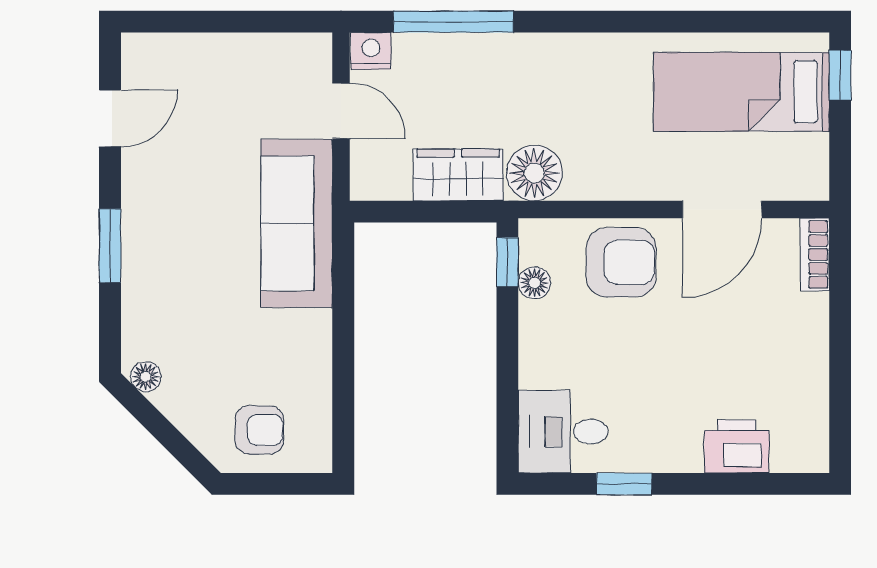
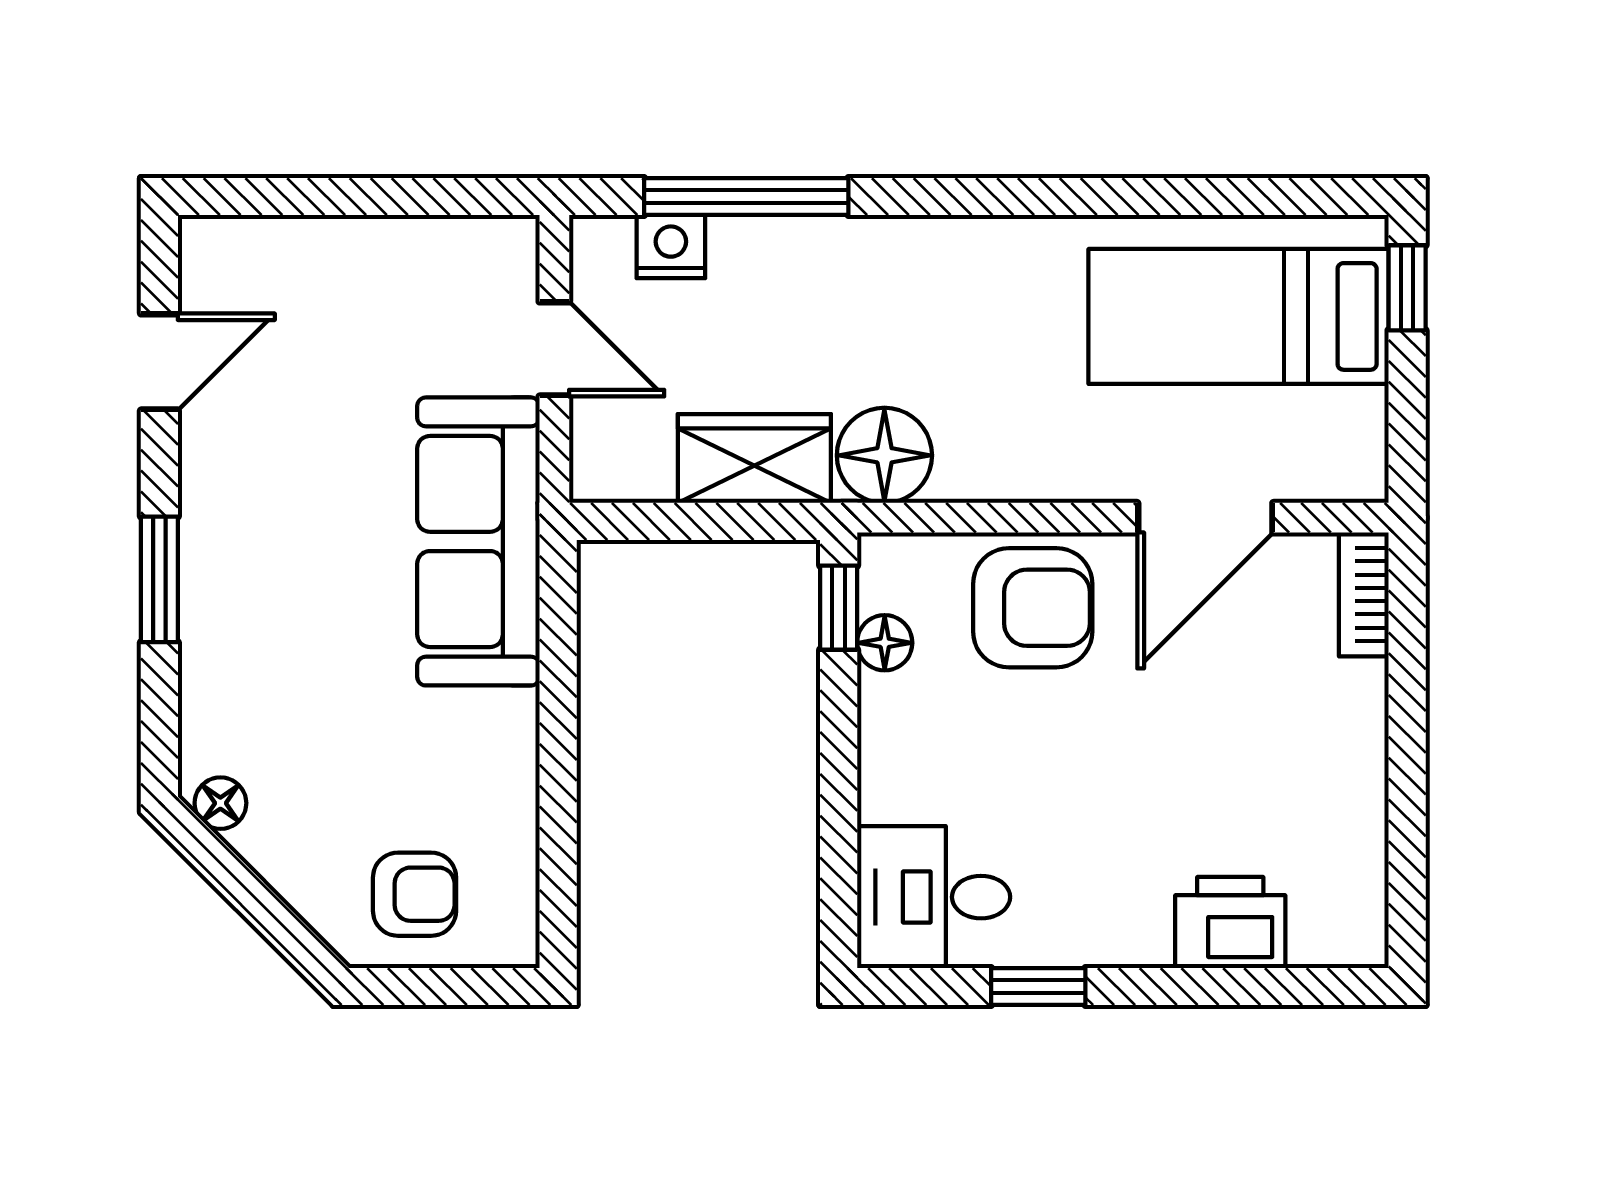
nightstand: (371, 51) -> (671, 247), moved

